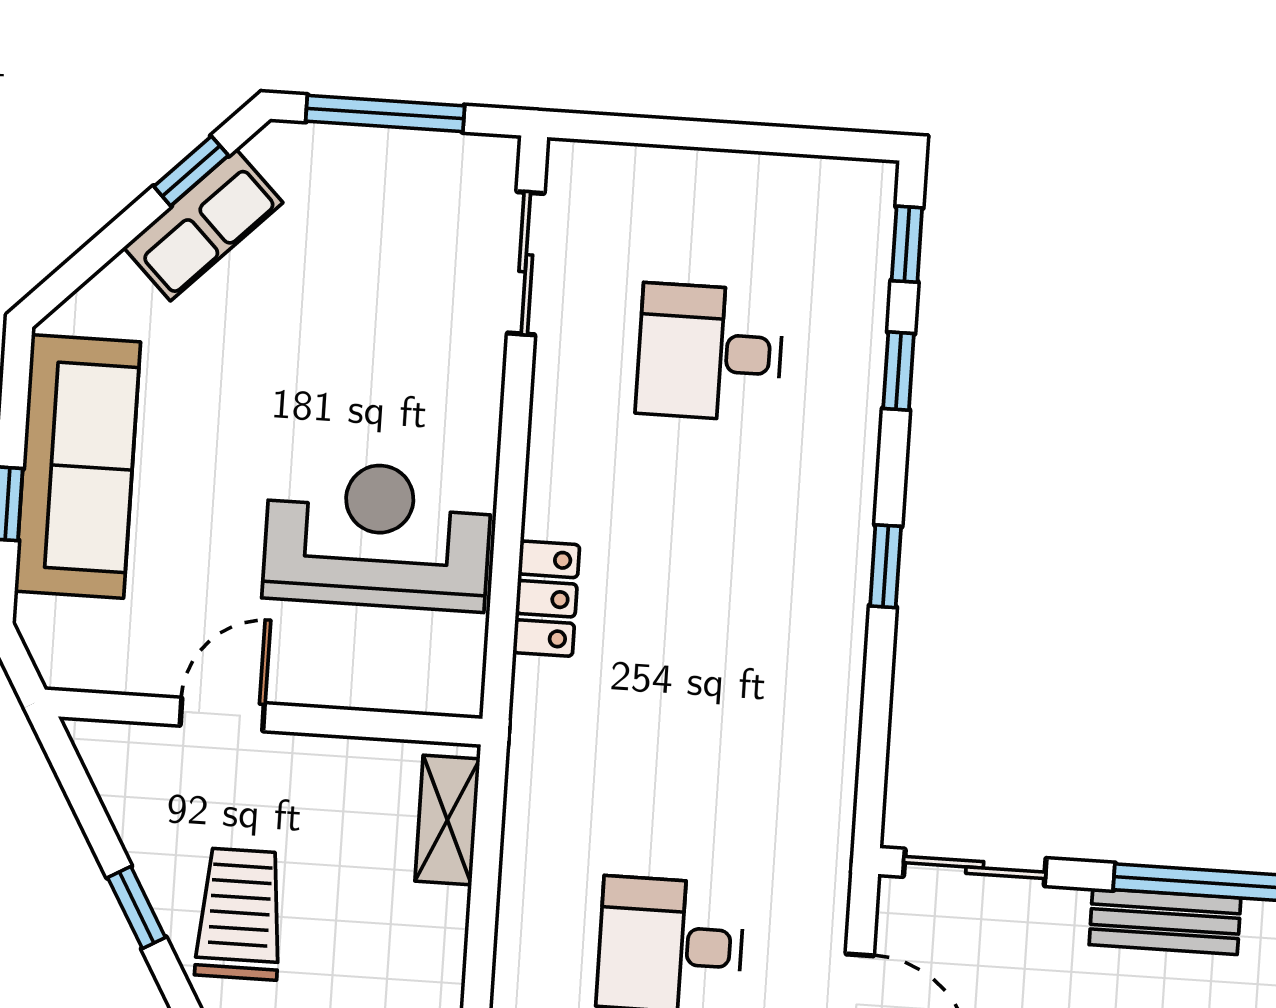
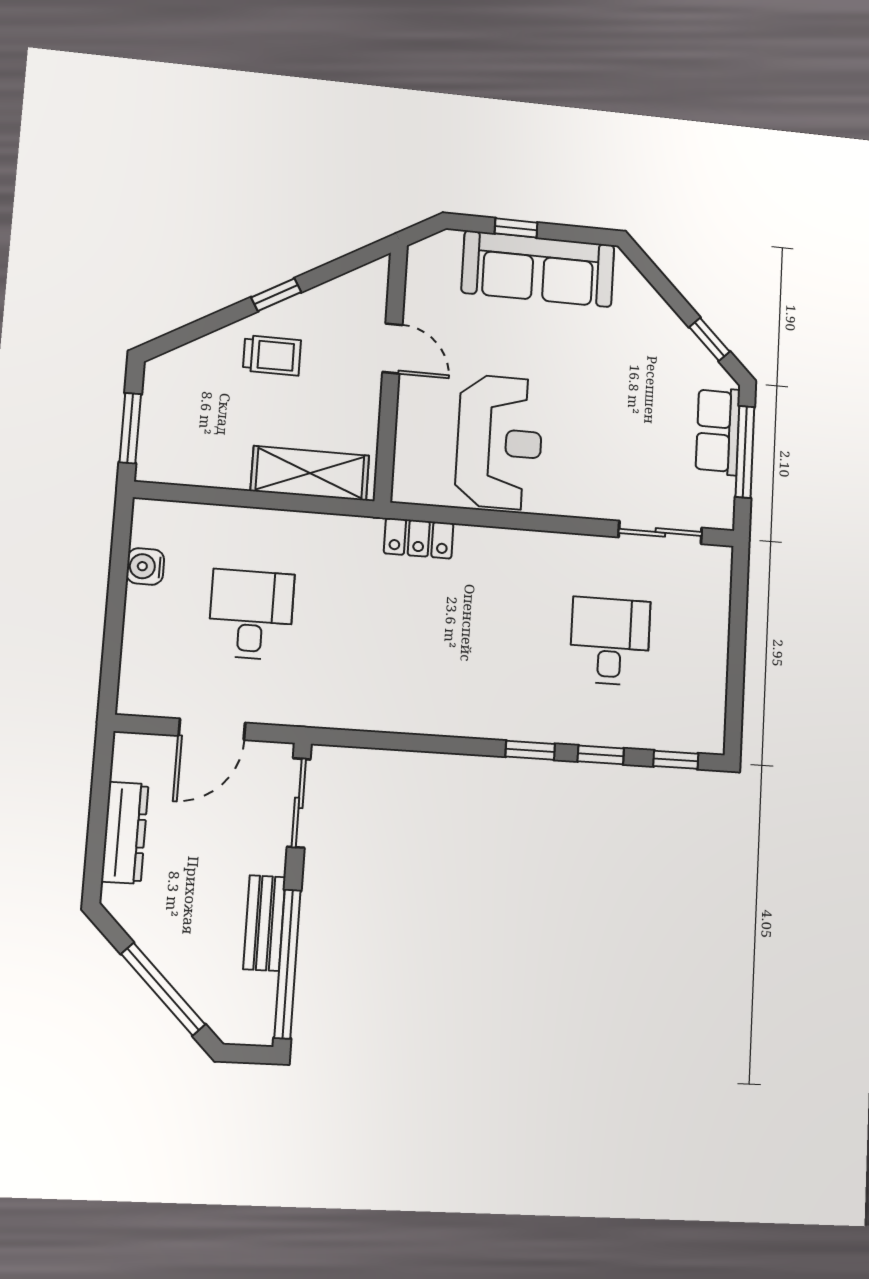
row of seats: (203, 225) -> (718, 431), moved, turned 45
window: (886, 566) -> (530, 750), moved
locker: (546, 599) -> (419, 538), moved
shelving: (447, 820) -> (310, 473), width x1.50, depth x1.33
trolley: (240, 914) -> (272, 355), width x0.73, depth x0.72

